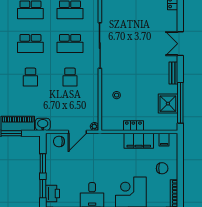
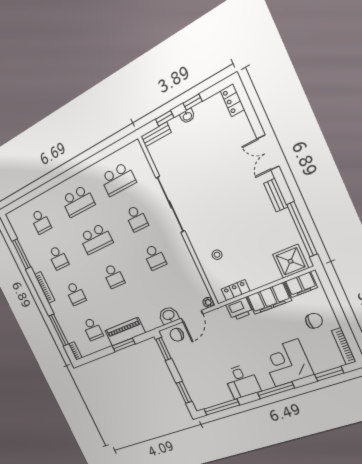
school desk: (70, 43) -> (136, 218), width x0.54
shower: (168, 104) -> (291, 261), moved
washbasin: (43, 124) -> (169, 315), moved
locker: (133, 126) -> (236, 290), moved
filing cabinet: (164, 140) -> (301, 285), width x2.00
window: (43, 163) -> (163, 349), moved
printer: (53, 194) -> (239, 309), moved, turned 90

